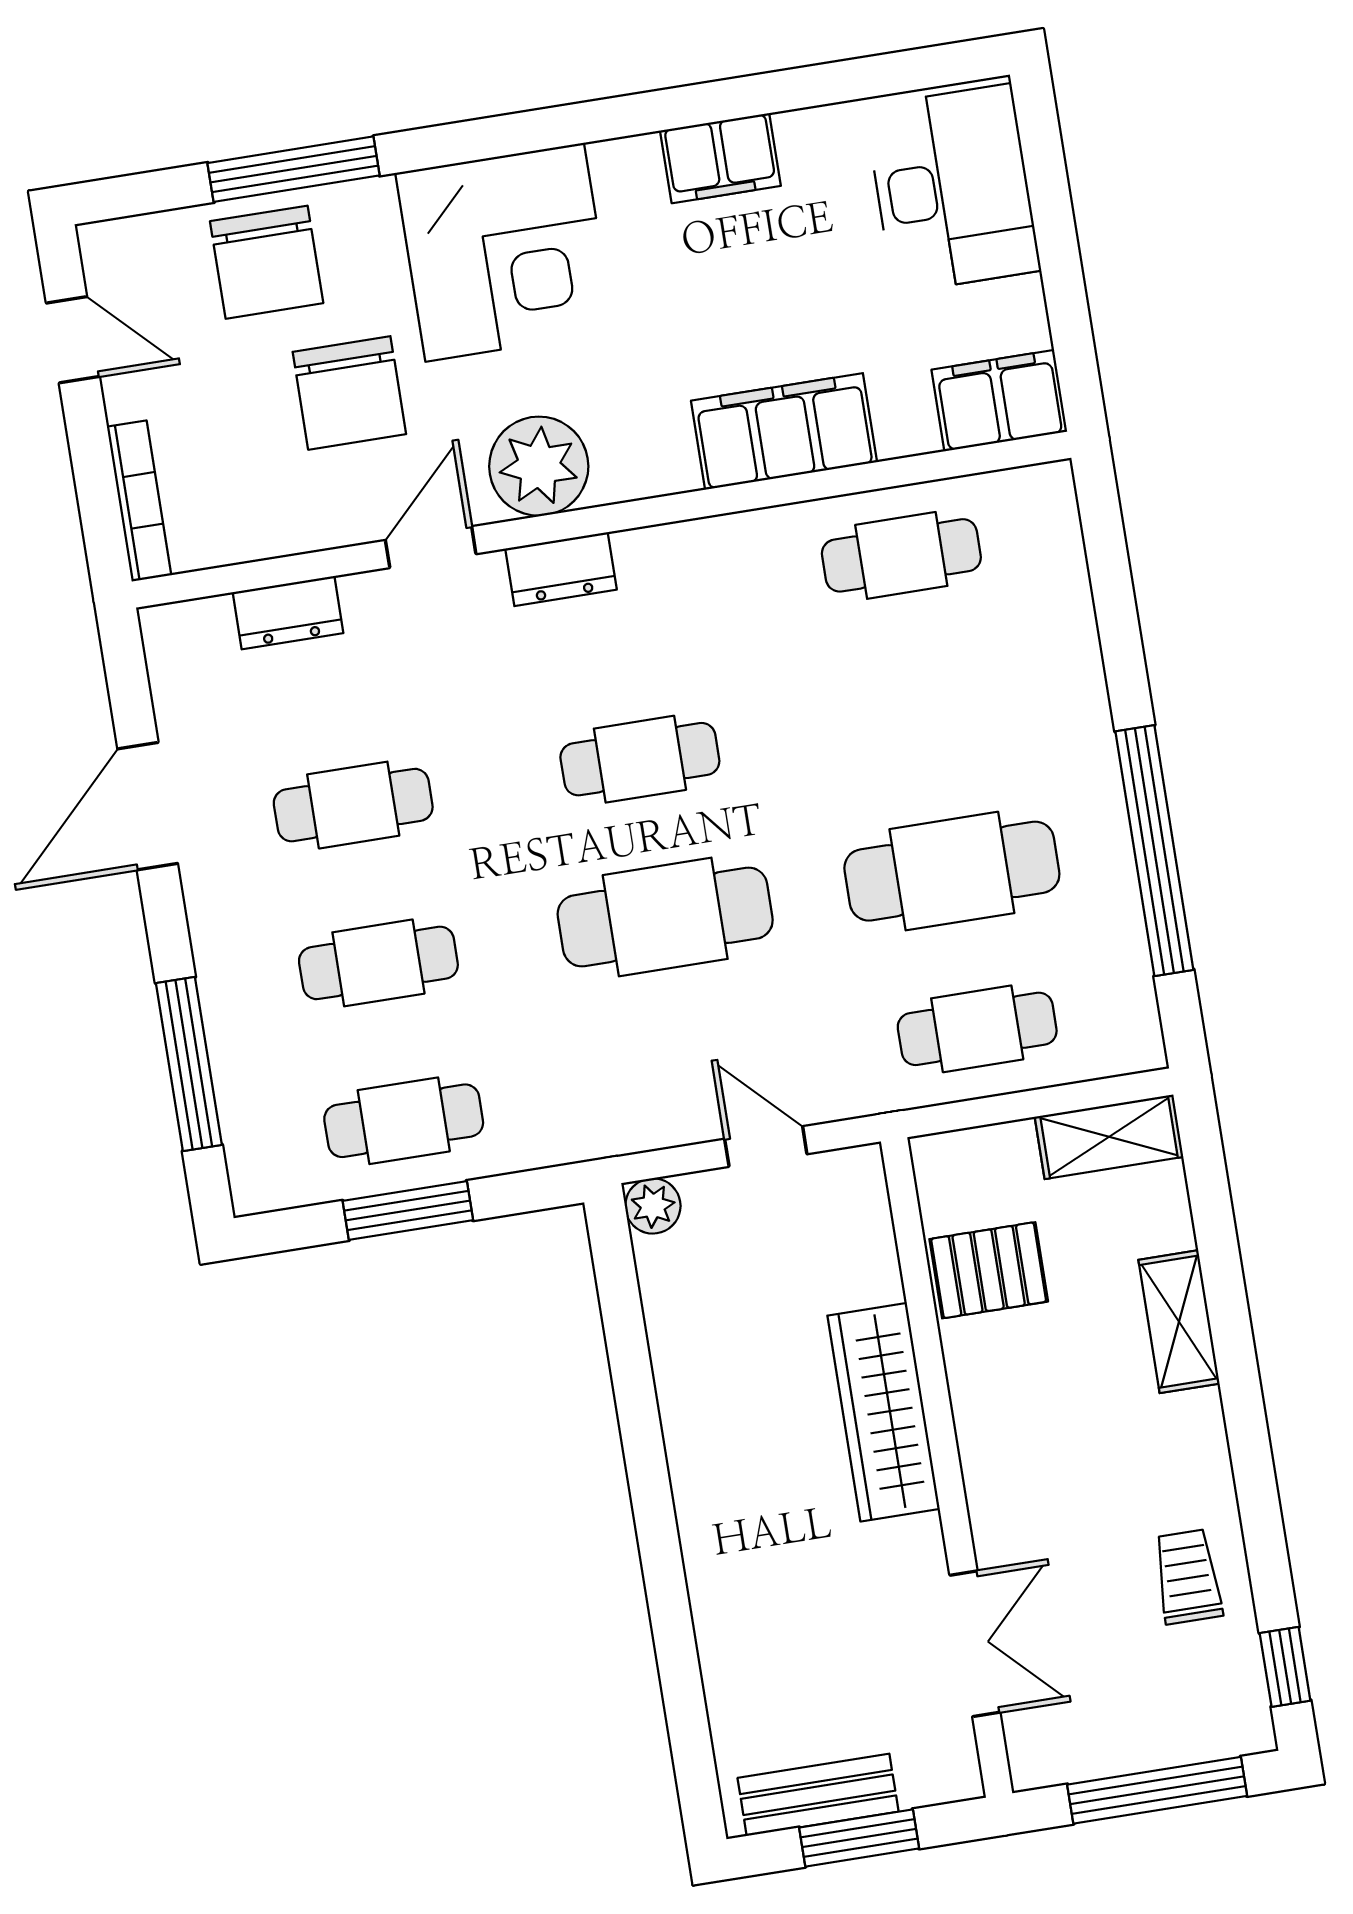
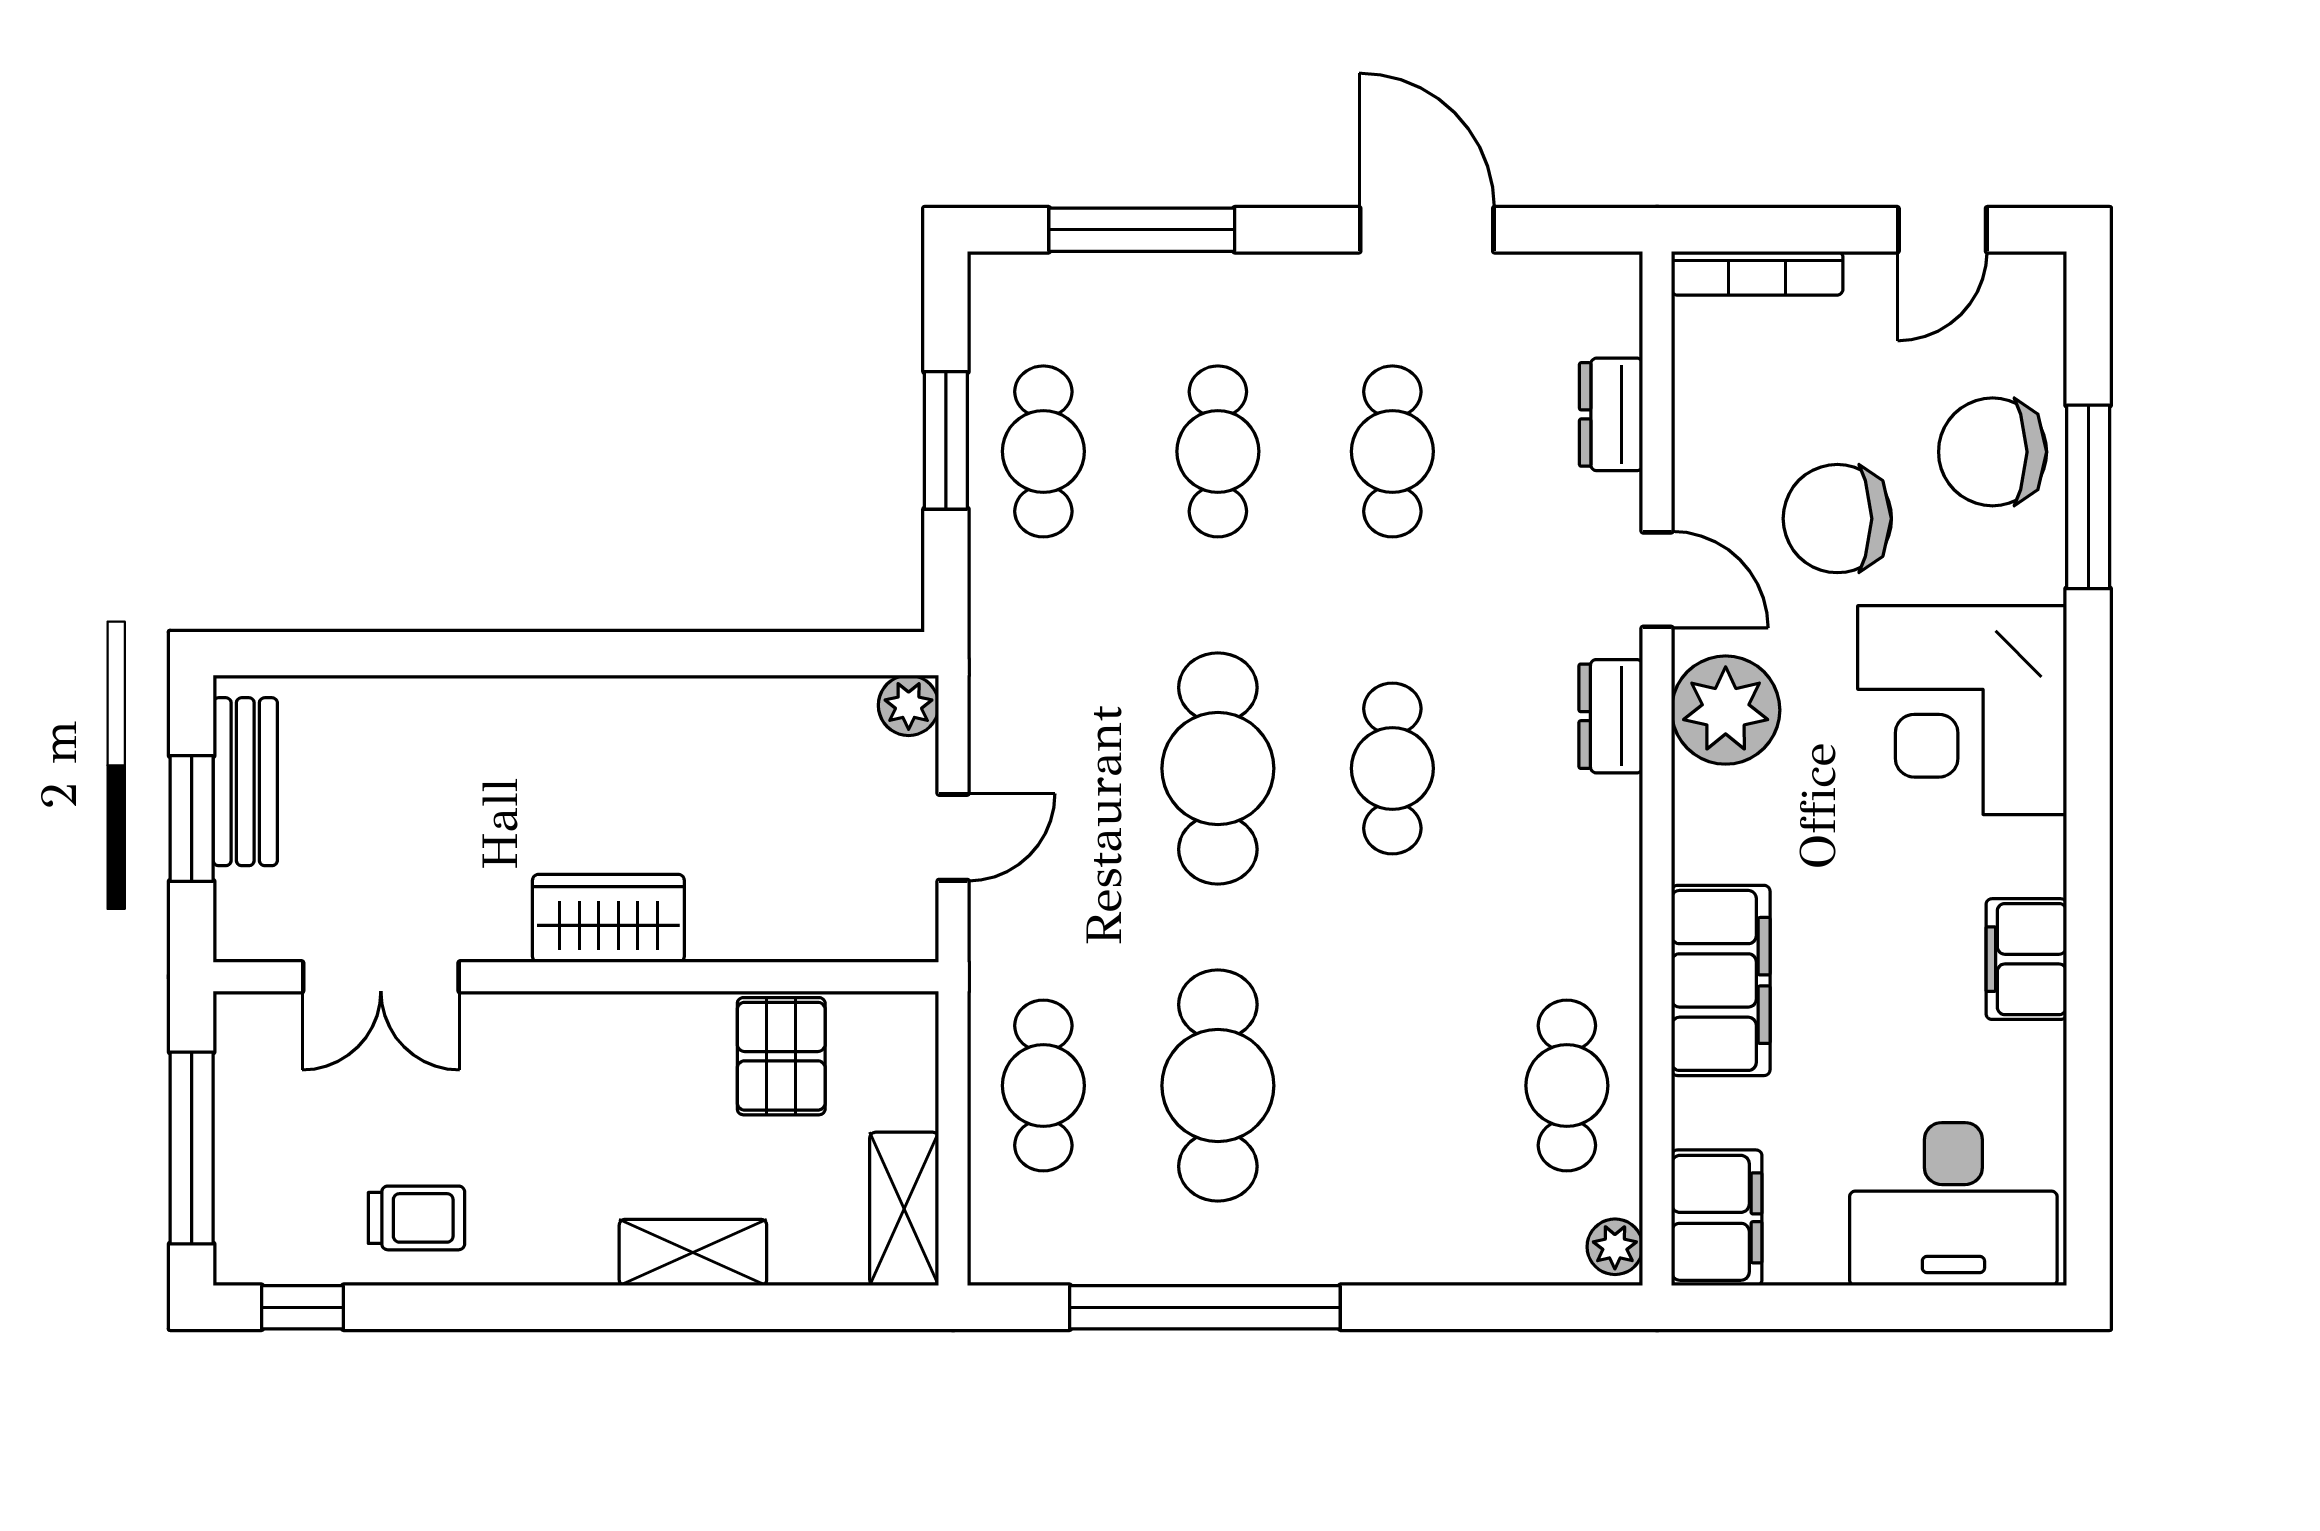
plant: (1040, 489) -> (1615, 1247), added
wardrobe: (884, 1412) -> (608, 918), width x0.67

